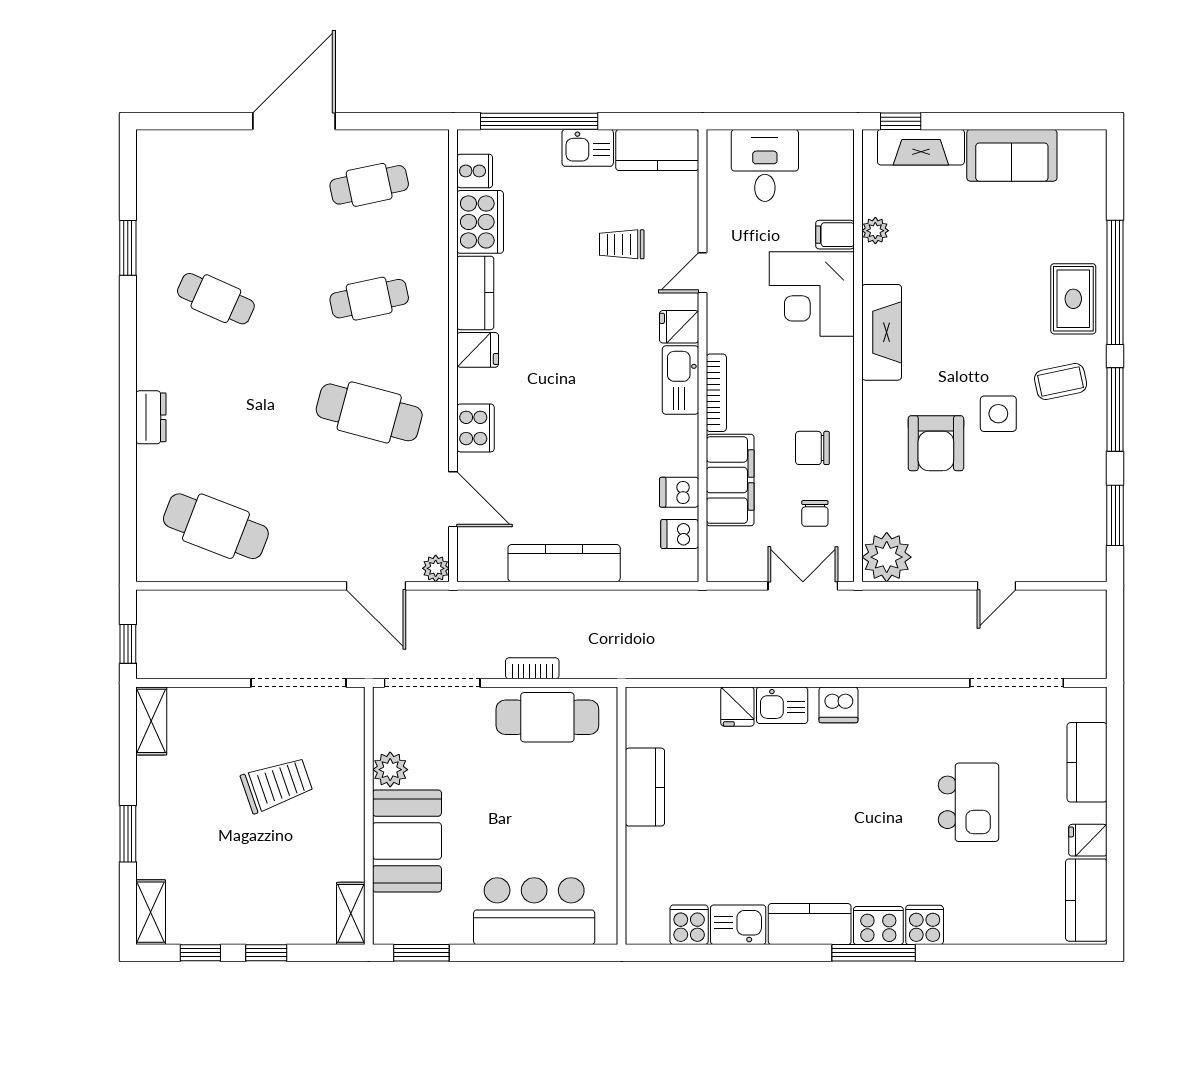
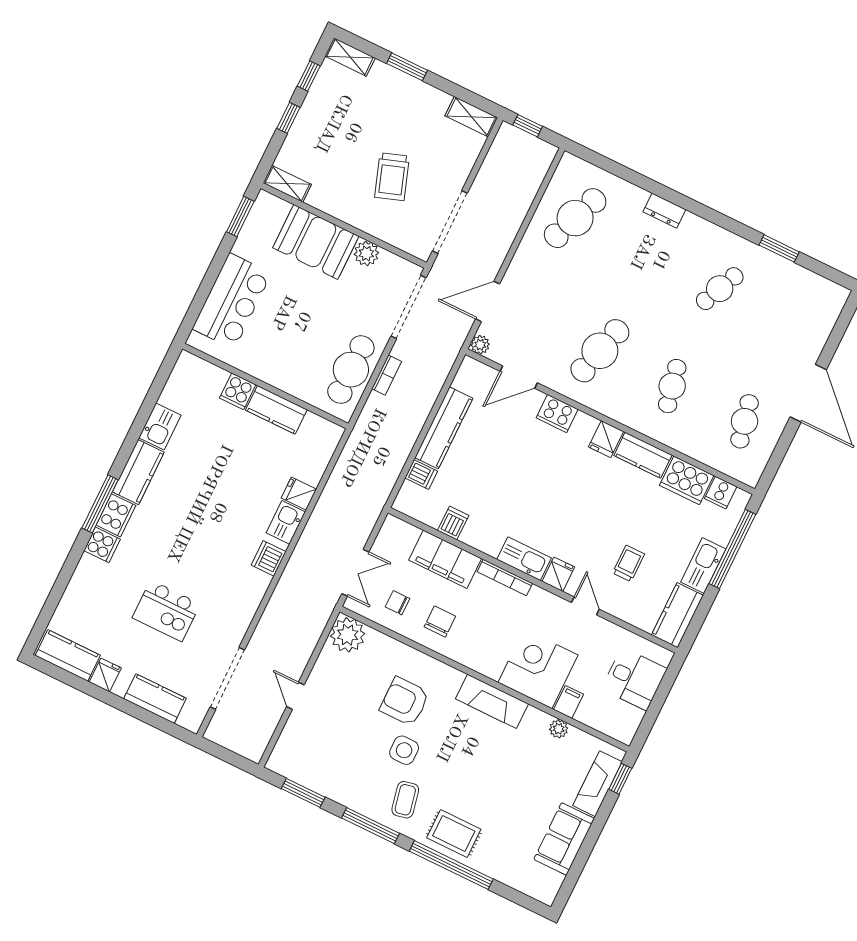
kitchen sink: (588, 148) -> (703, 566), width x1.38
dishwasher: (680, 534) -> (421, 474), moved, turned 90
cooker: (689, 925) -> (238, 391), moved, turned 90

